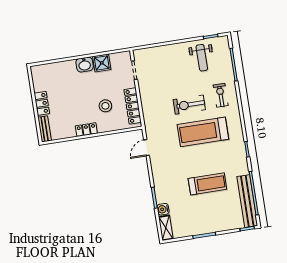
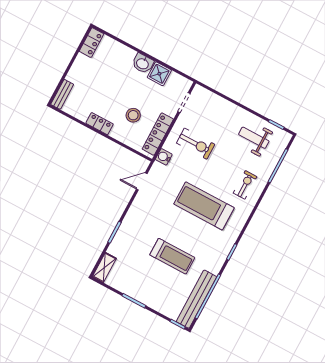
weight bench: (202, 58) -> (254, 138), turned 90
locker: (42, 103) -> (92, 43), moved
exercise bike: (189, 105) -> (196, 144), moved, turned 180
water cooler: (163, 209) -> (164, 157), moved

